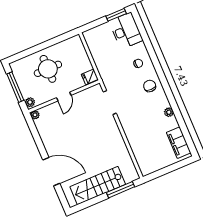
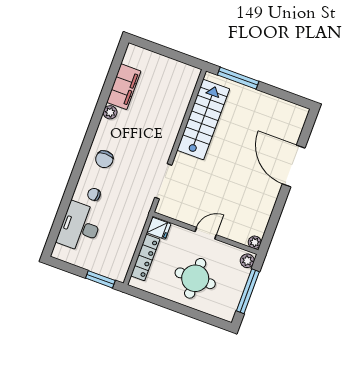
window: (116, 15) -> (100, 279), moved
desk: (126, 31) -> (80, 227), moved
locker: (83, 56) -> (145, 257), added
filing cabinet: (179, 143) -> (124, 87), moved
stairs: (98, 186) -> (203, 119), moved, turned -90

